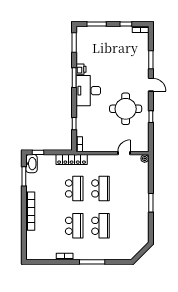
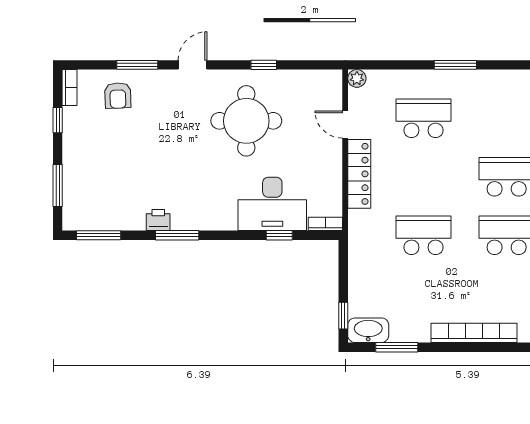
armchair: (137, 51) -> (118, 95), added
desk: (88, 91) -> (272, 204), moved
locker: (72, 160) -> (359, 174), moved
school desk: (100, 188) -> (423, 118), moved

